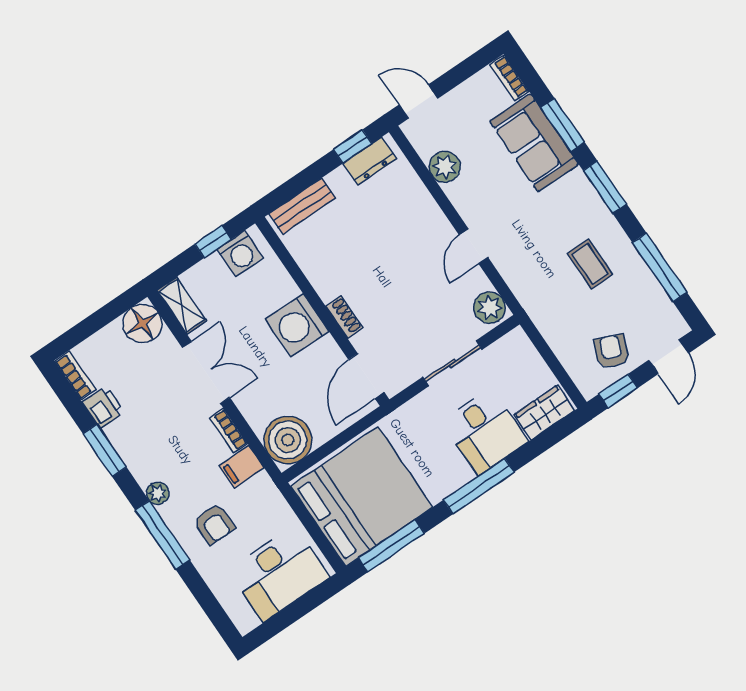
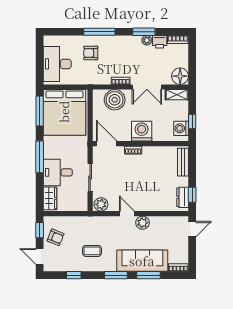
sofa: (534, 143) -> (142, 261), width x1.36
plant: (445, 167) -> (143, 223), moved
window: (660, 267) -> (74, 275), width x0.46
boiler: (288, 440) -> (115, 100), moved
filing cabinet: (242, 467) -> (105, 77), removed
plant: (158, 493) -> (147, 40), moved

